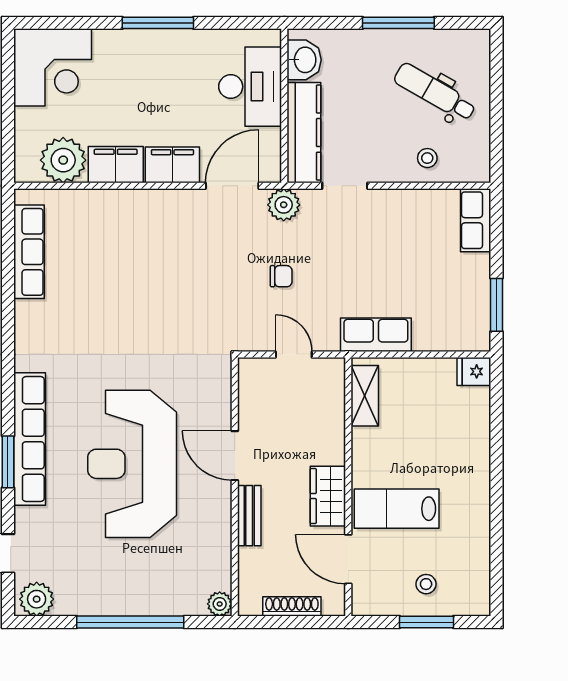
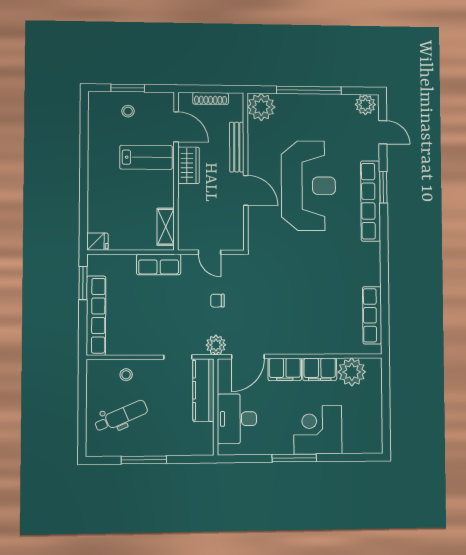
washbasin: (304, 60) -> (203, 436), removed
corner desk: (53, 67) -> (318, 430), moved
dental chair: (435, 92) -> (121, 416), turned -53
row of seats: (476, 220) -> (96, 316), width x2.02
bench: (249, 516) -> (237, 147), width x1.36
plant: (220, 604) -> (261, 107), width x1.88, depth x1.88

